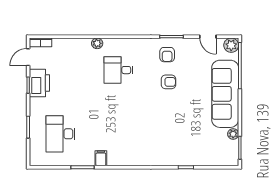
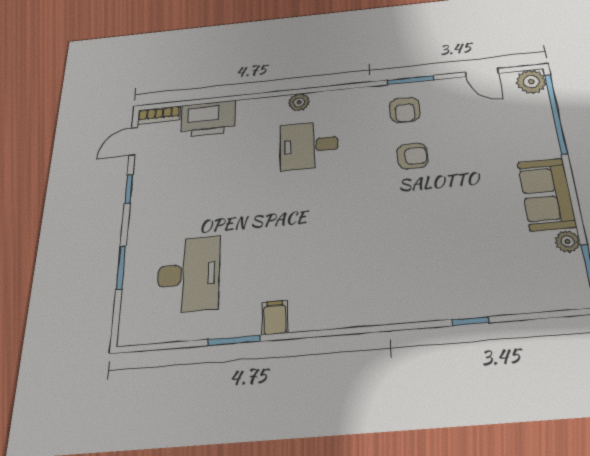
plant: (97, 43) -> (299, 102), moved
printer: (39, 83) -> (208, 119), moved, turned 90
sofa: (225, 94) -> (547, 194), width x0.54, depth x0.79
desk: (61, 134) -> (188, 274), turned 180

